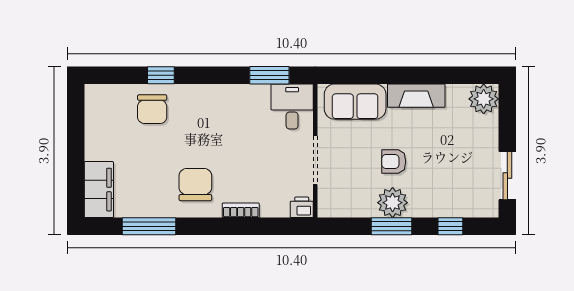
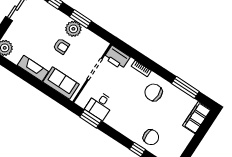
desk: (292, 106) -> (100, 105), moved
chair: (152, 109) -> (151, 137), turned 90
chair: (195, 185) -> (154, 92), turned 90
printer: (302, 207) -> (117, 57), width x1.87, depth x1.48

